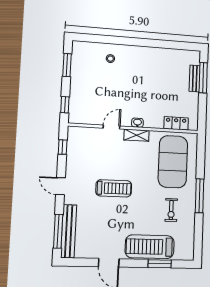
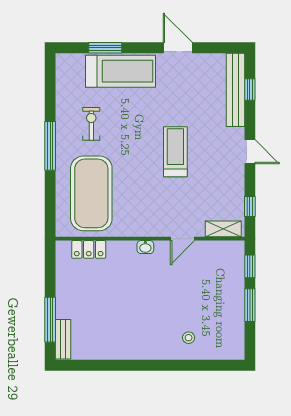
window: (67, 65) -> (250, 305), moved
bench: (195, 78) -> (63, 339), moved
shelving: (136, 135) -> (223, 229), moved
treadmill: (114, 188) -> (175, 152), turned 90
window: (58, 231) -> (250, 90), width x0.46

